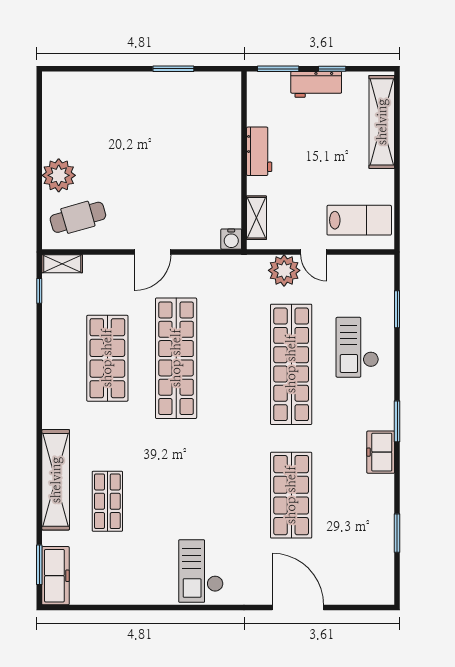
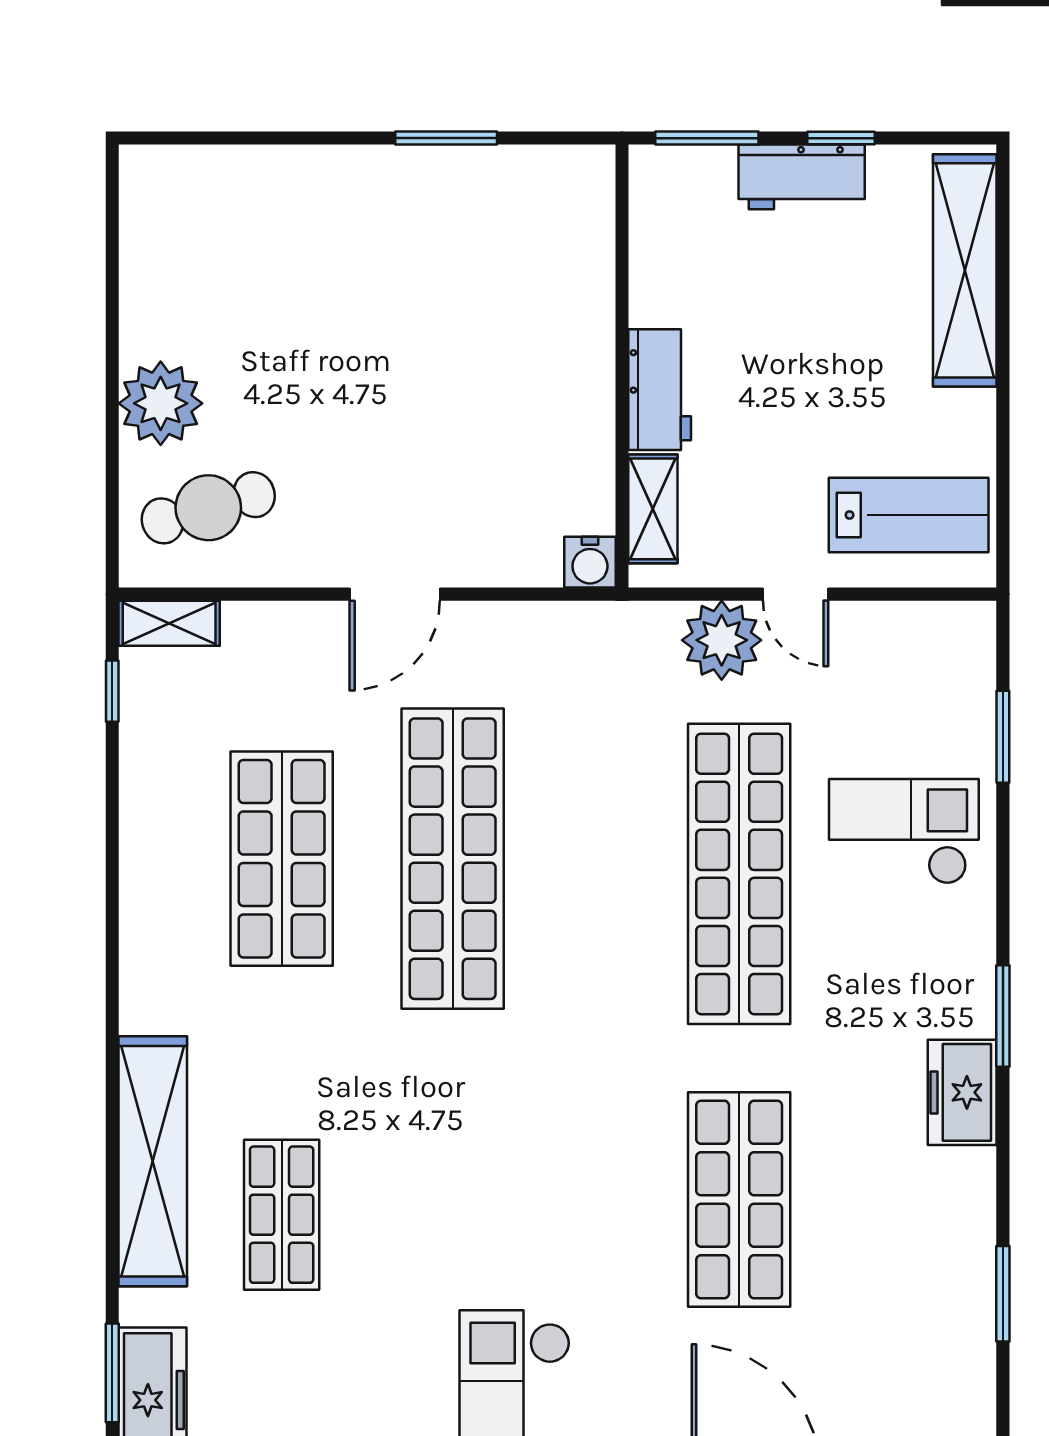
workbench: (259, 151) -> (660, 390), moved
checkout: (357, 347) -> (904, 831), turned 90

